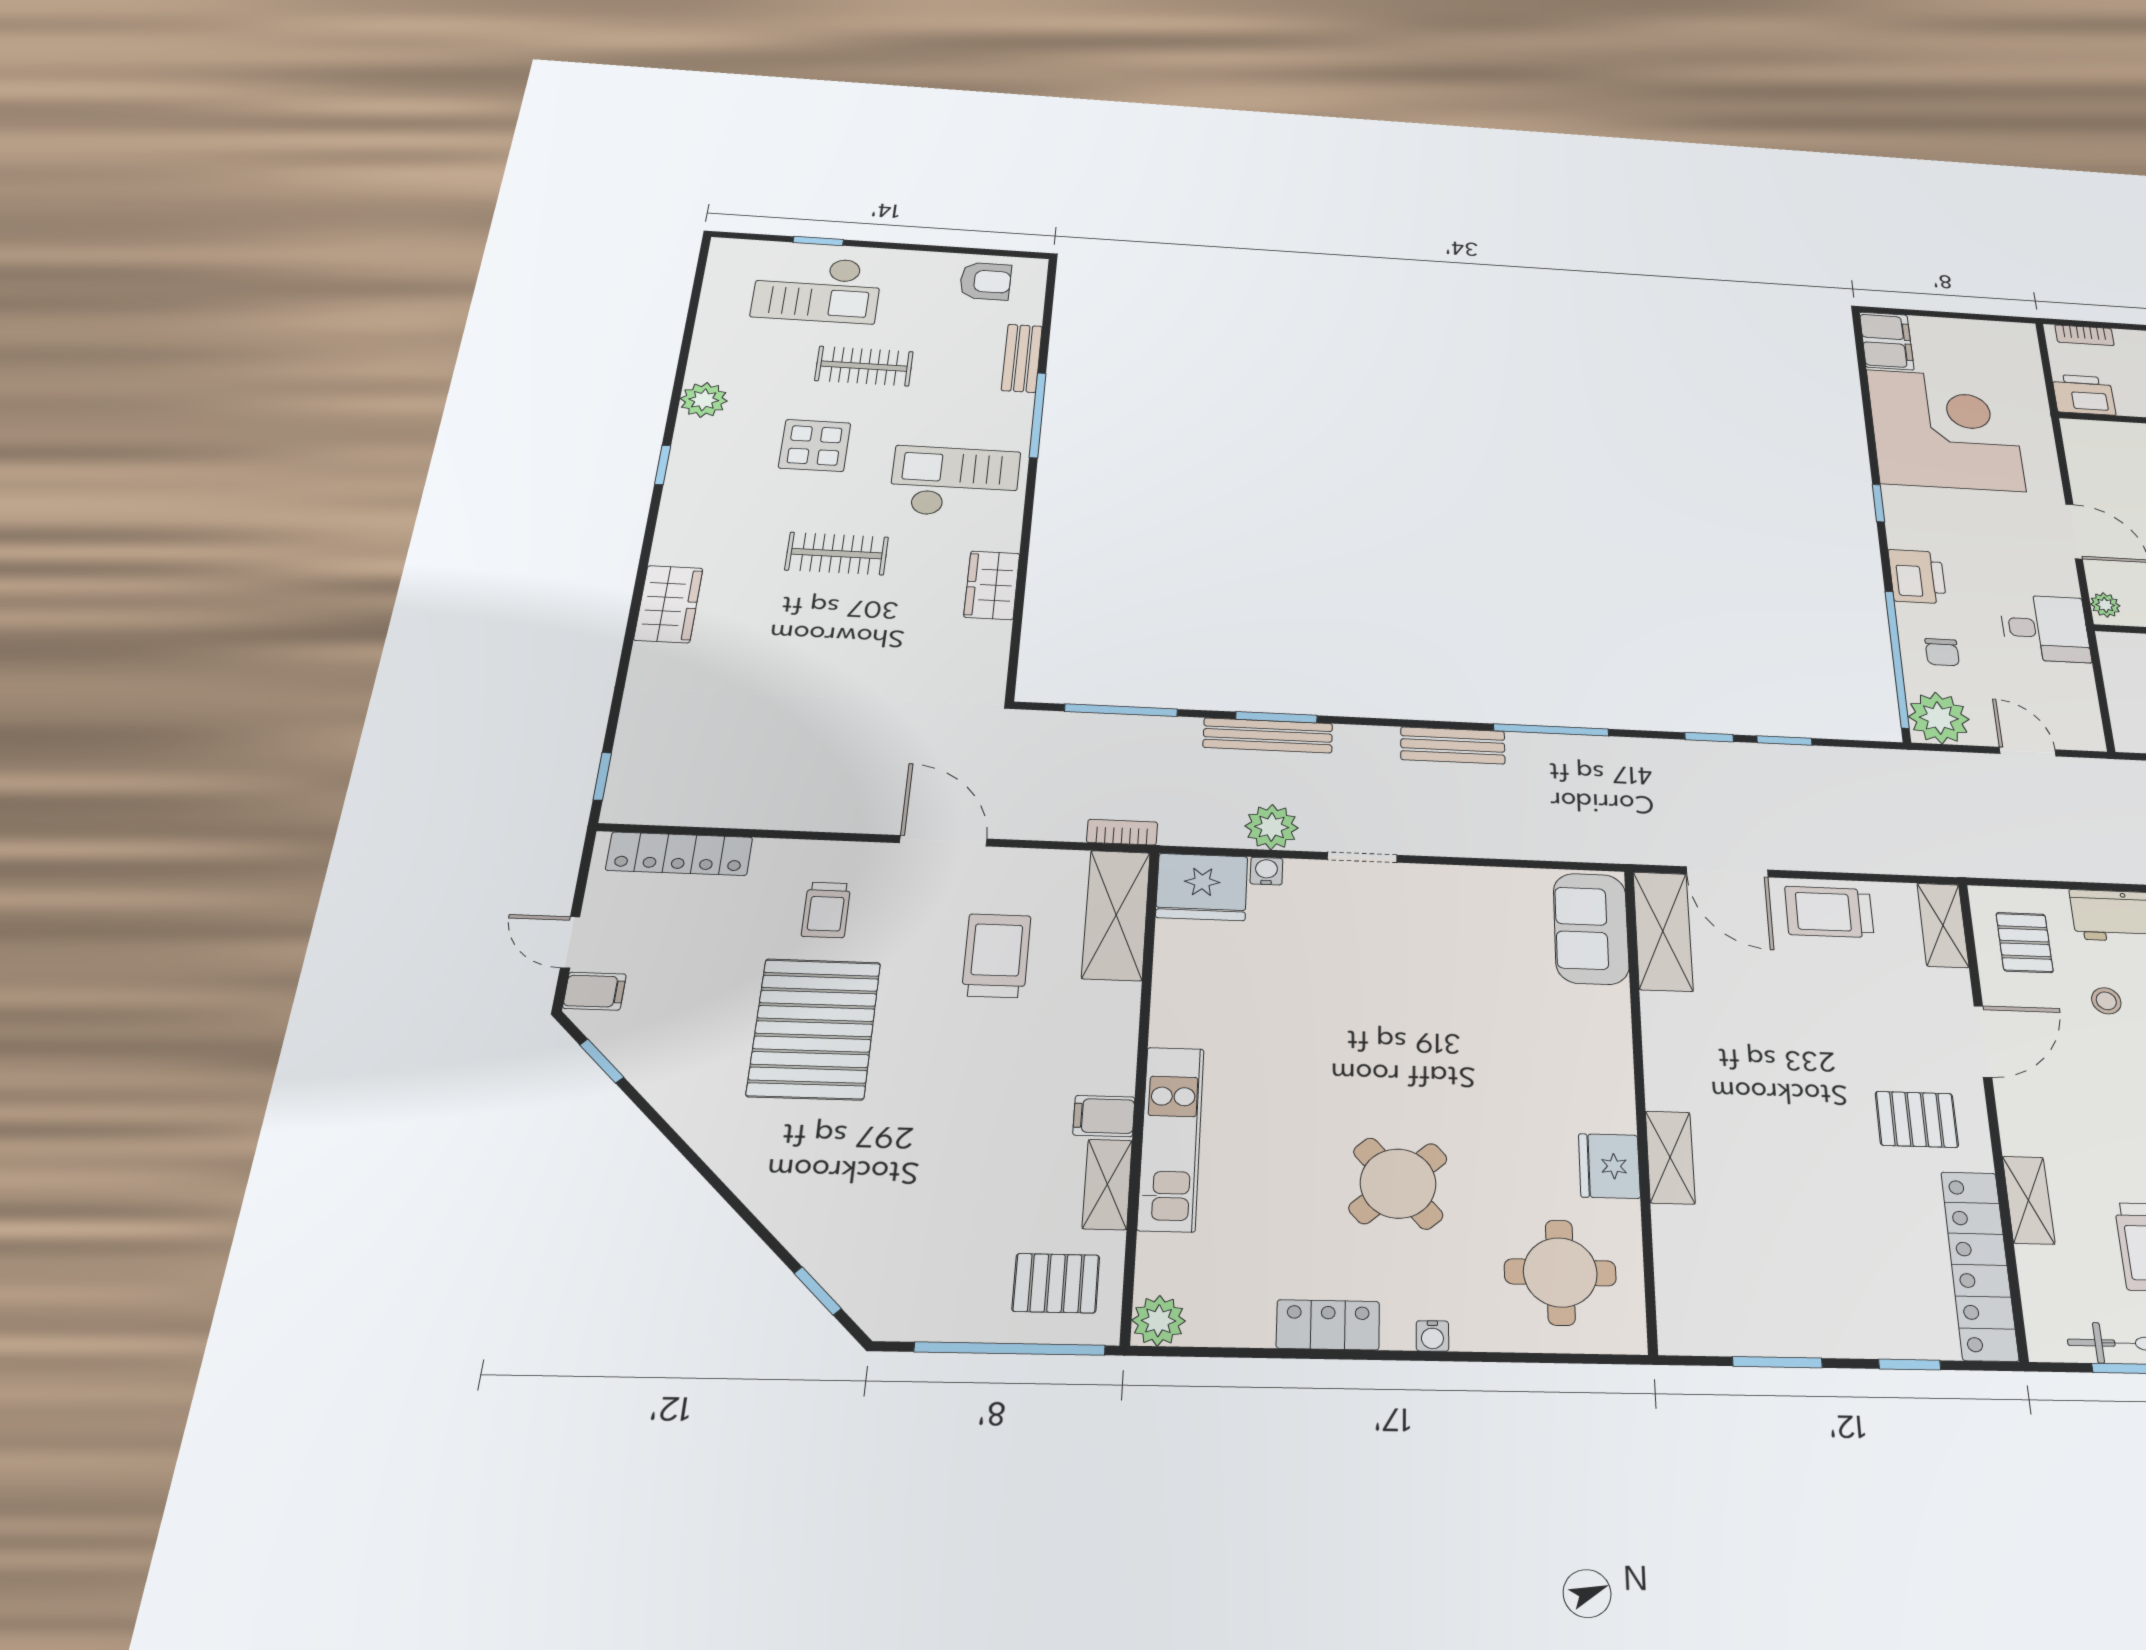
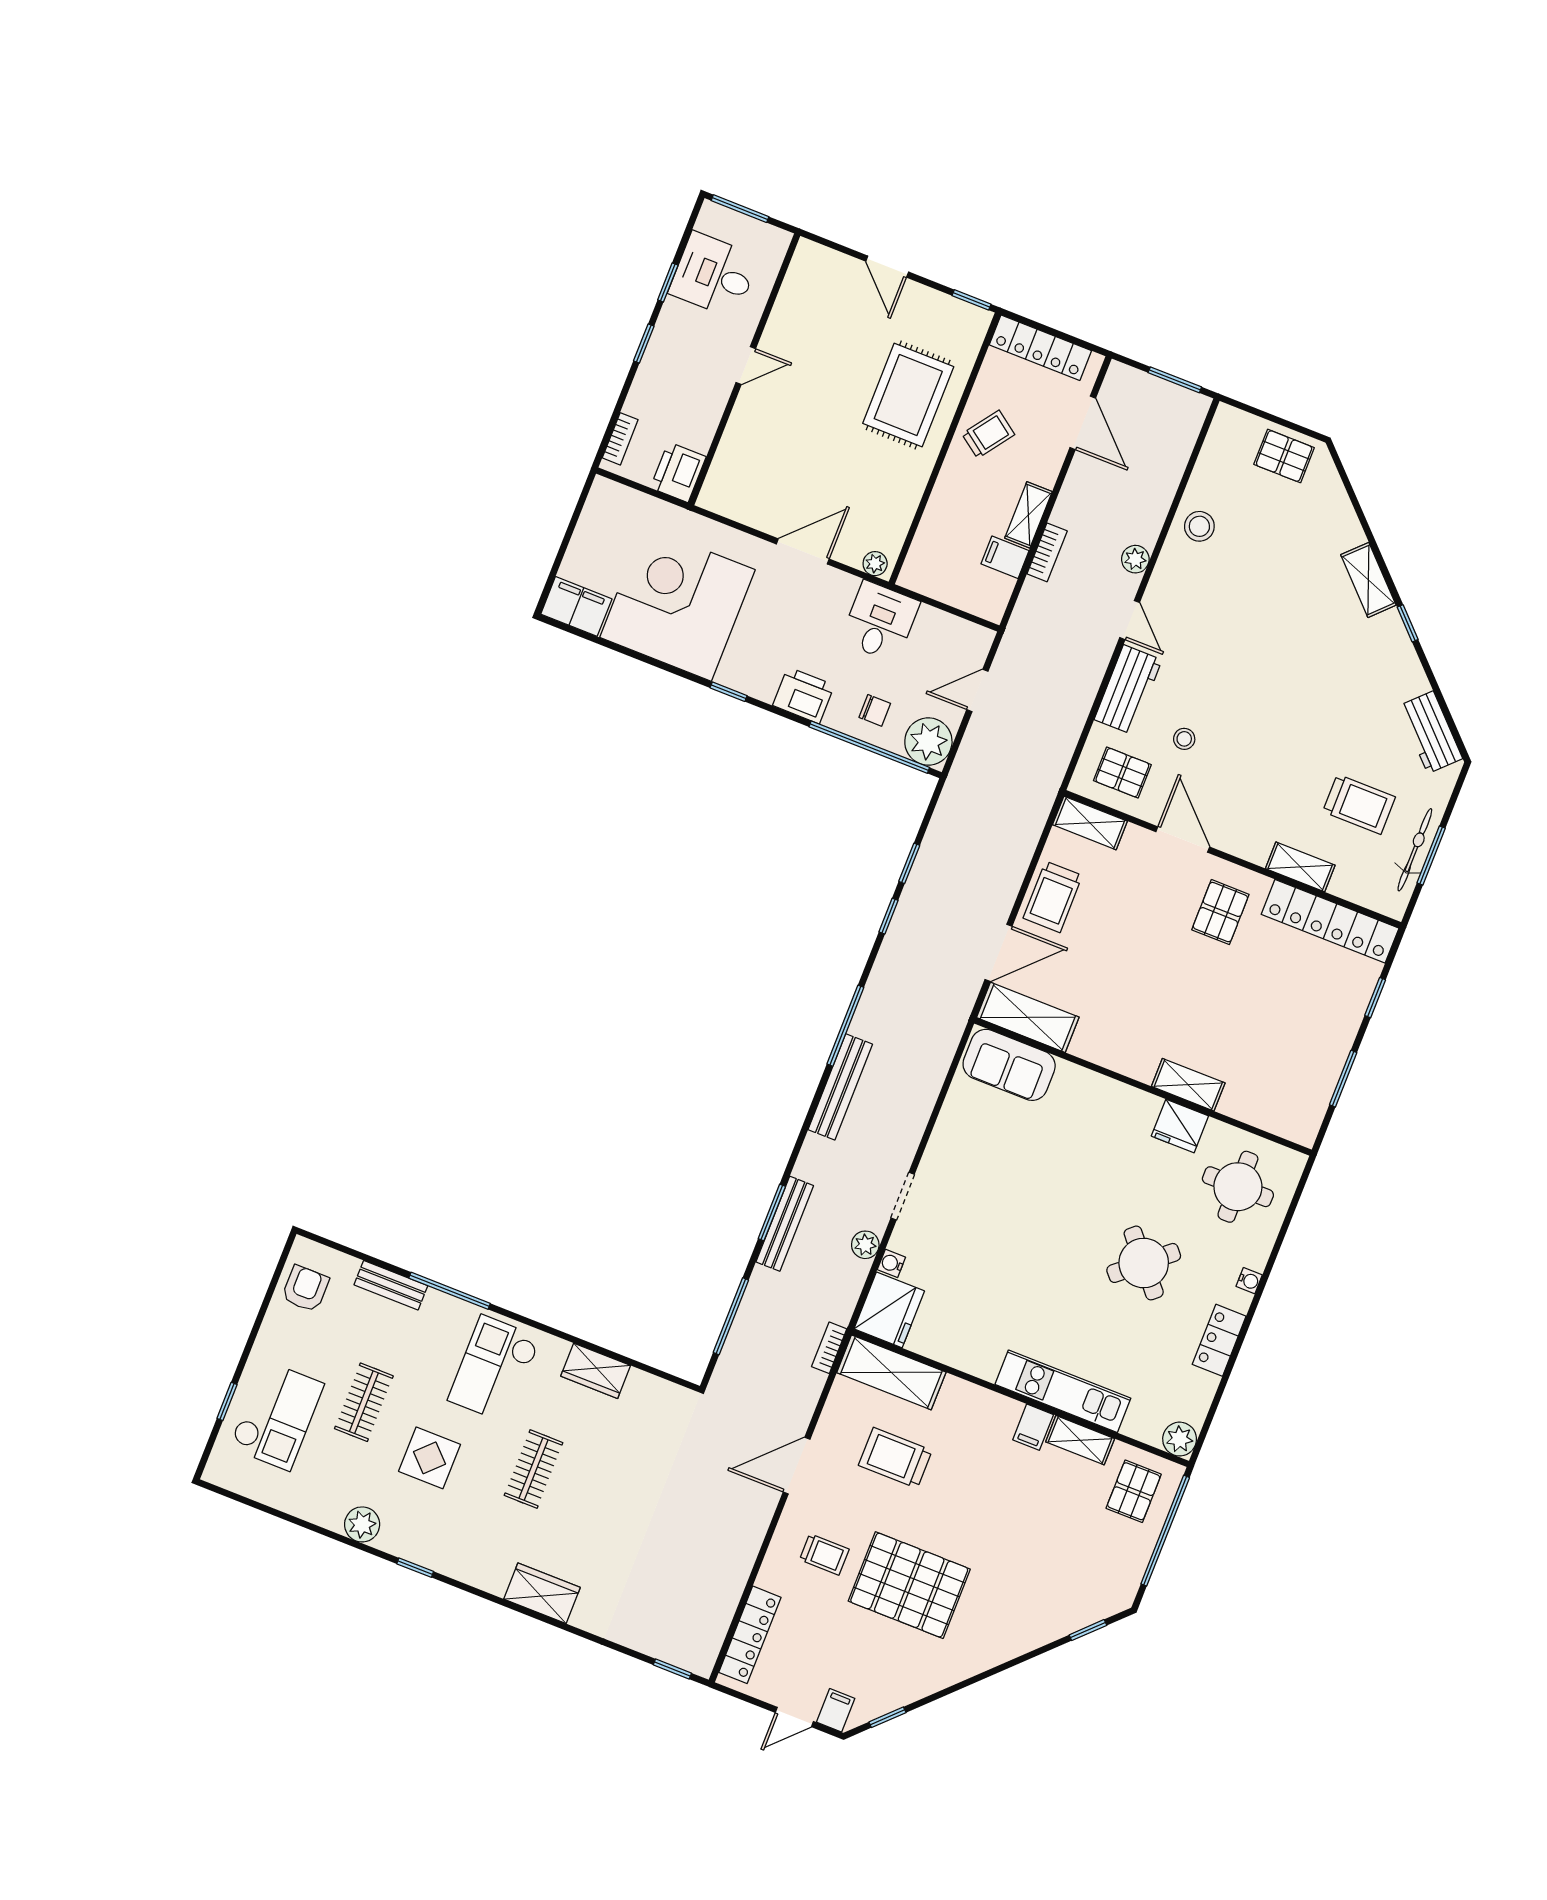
bench: (1453, 745) -> (840, 1087), width x1.36
plant: (1272, 827) -> (865, 1245), width x0.73, depth x0.73

